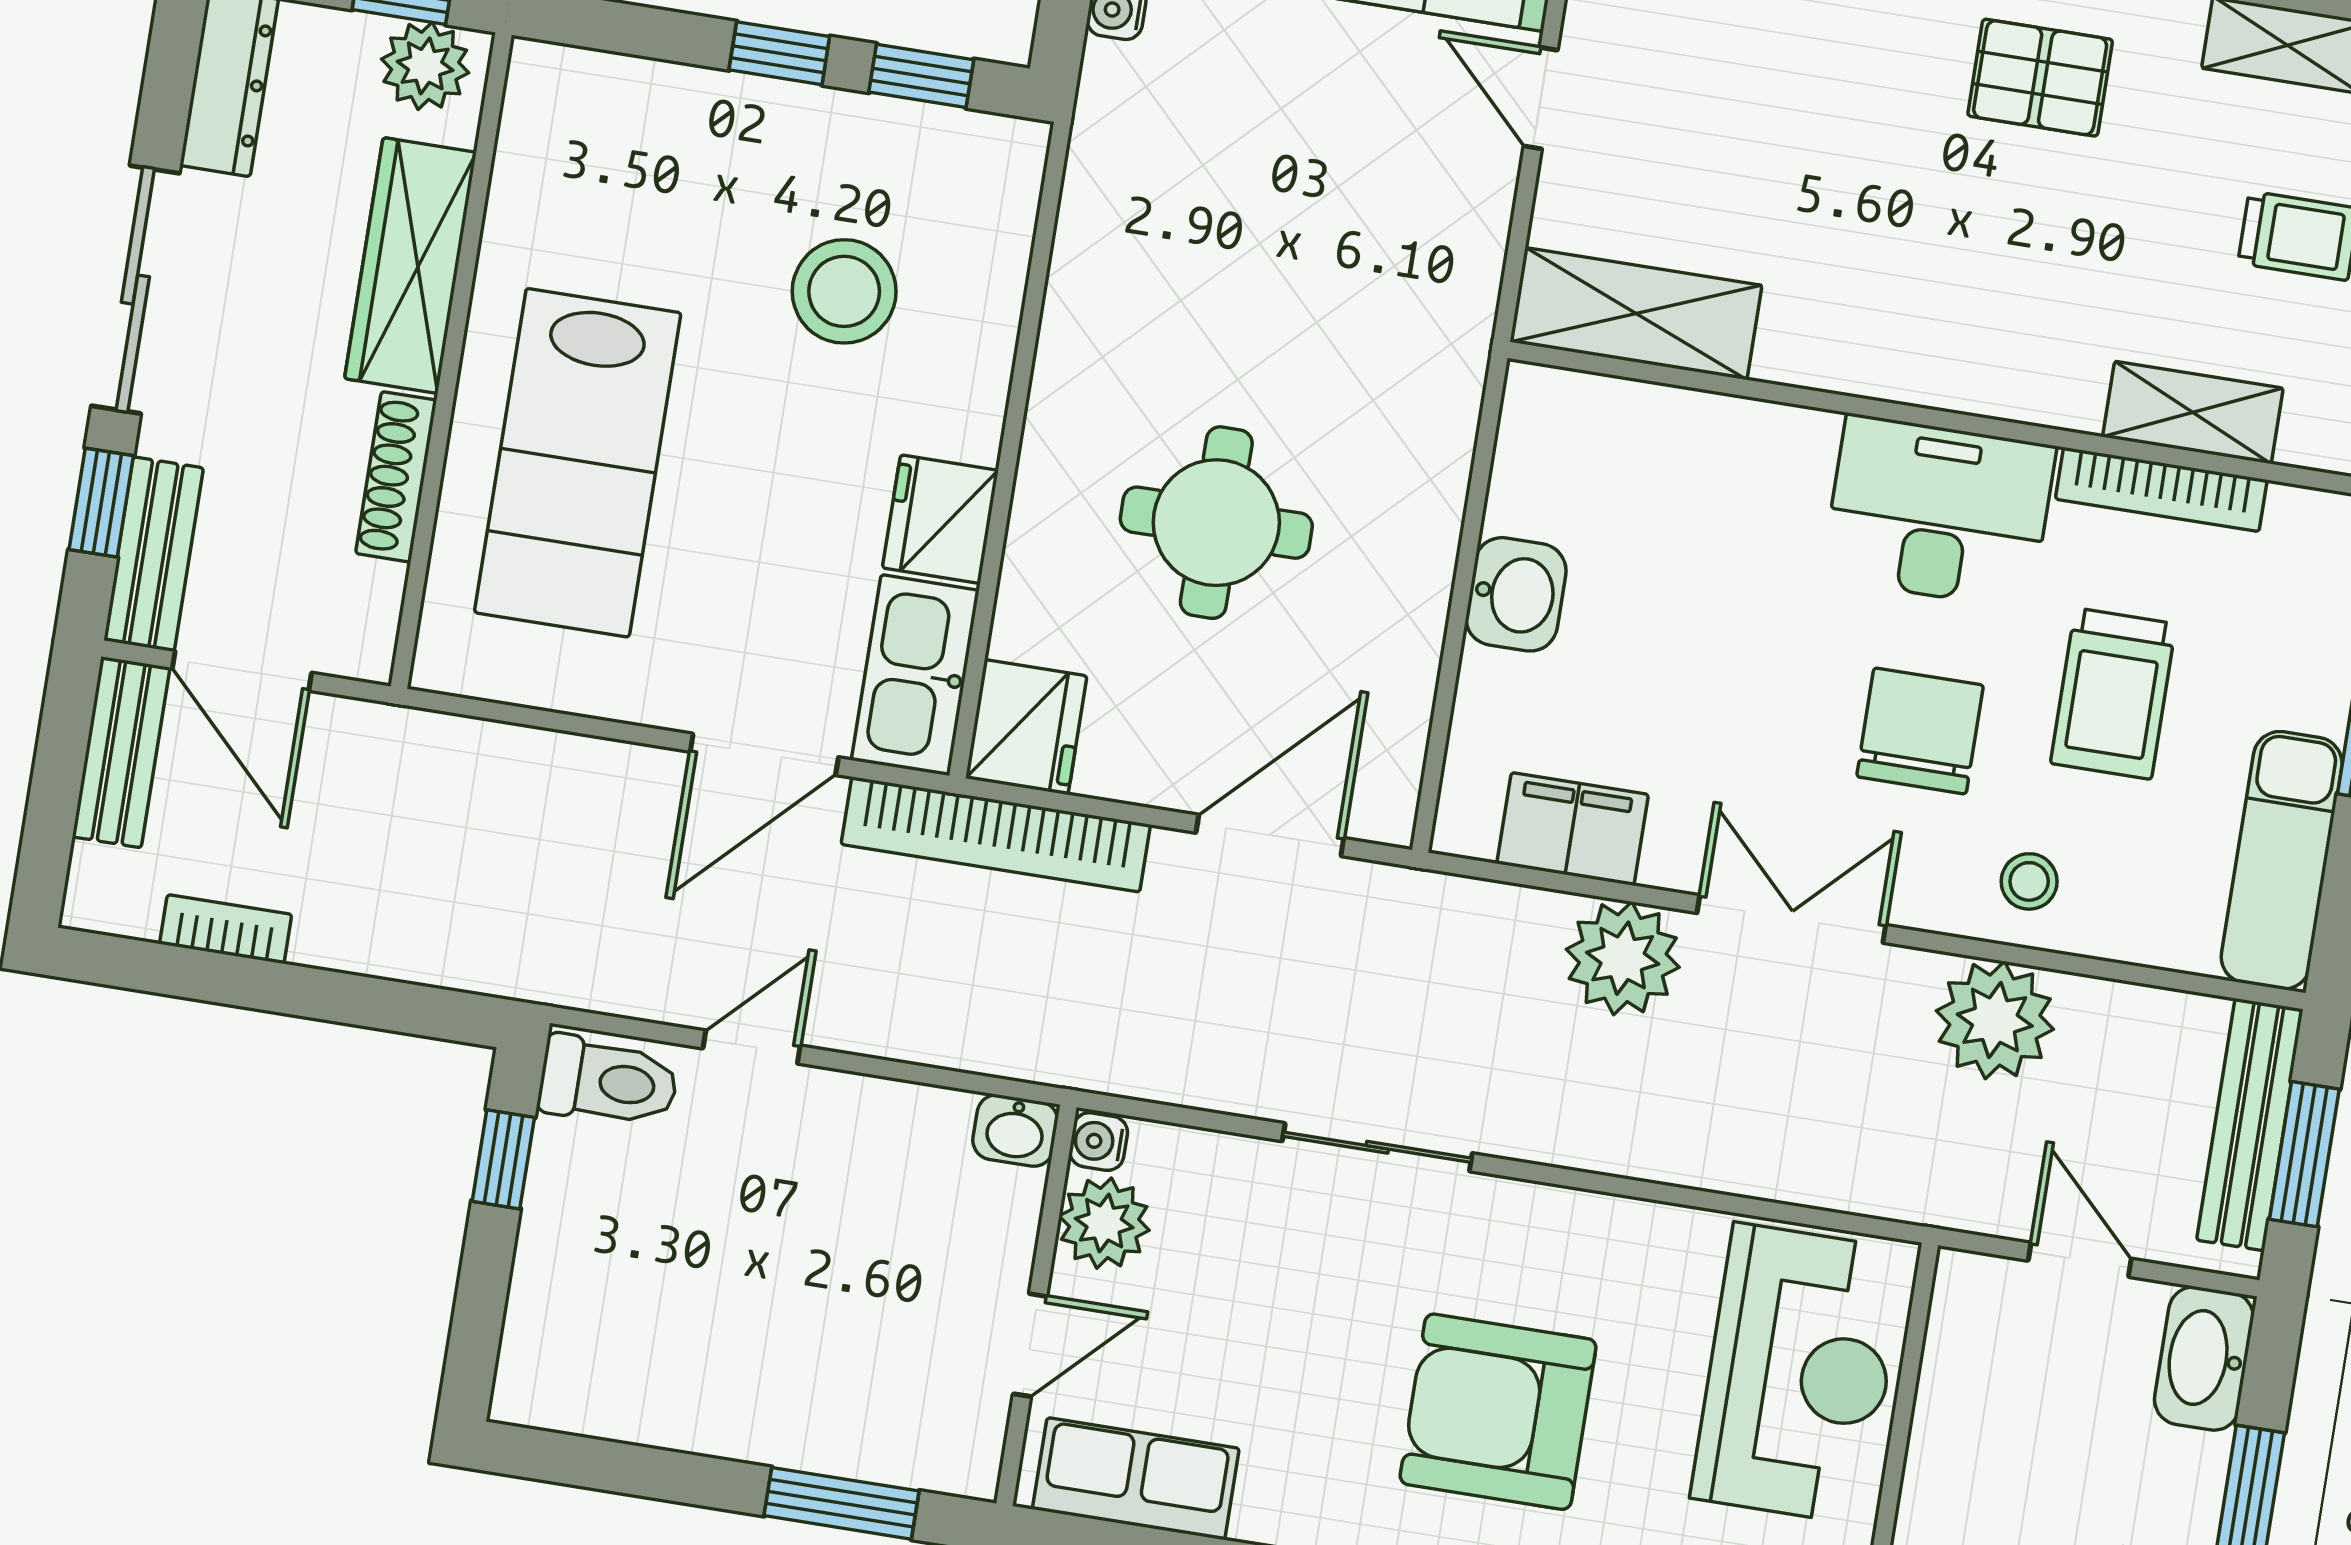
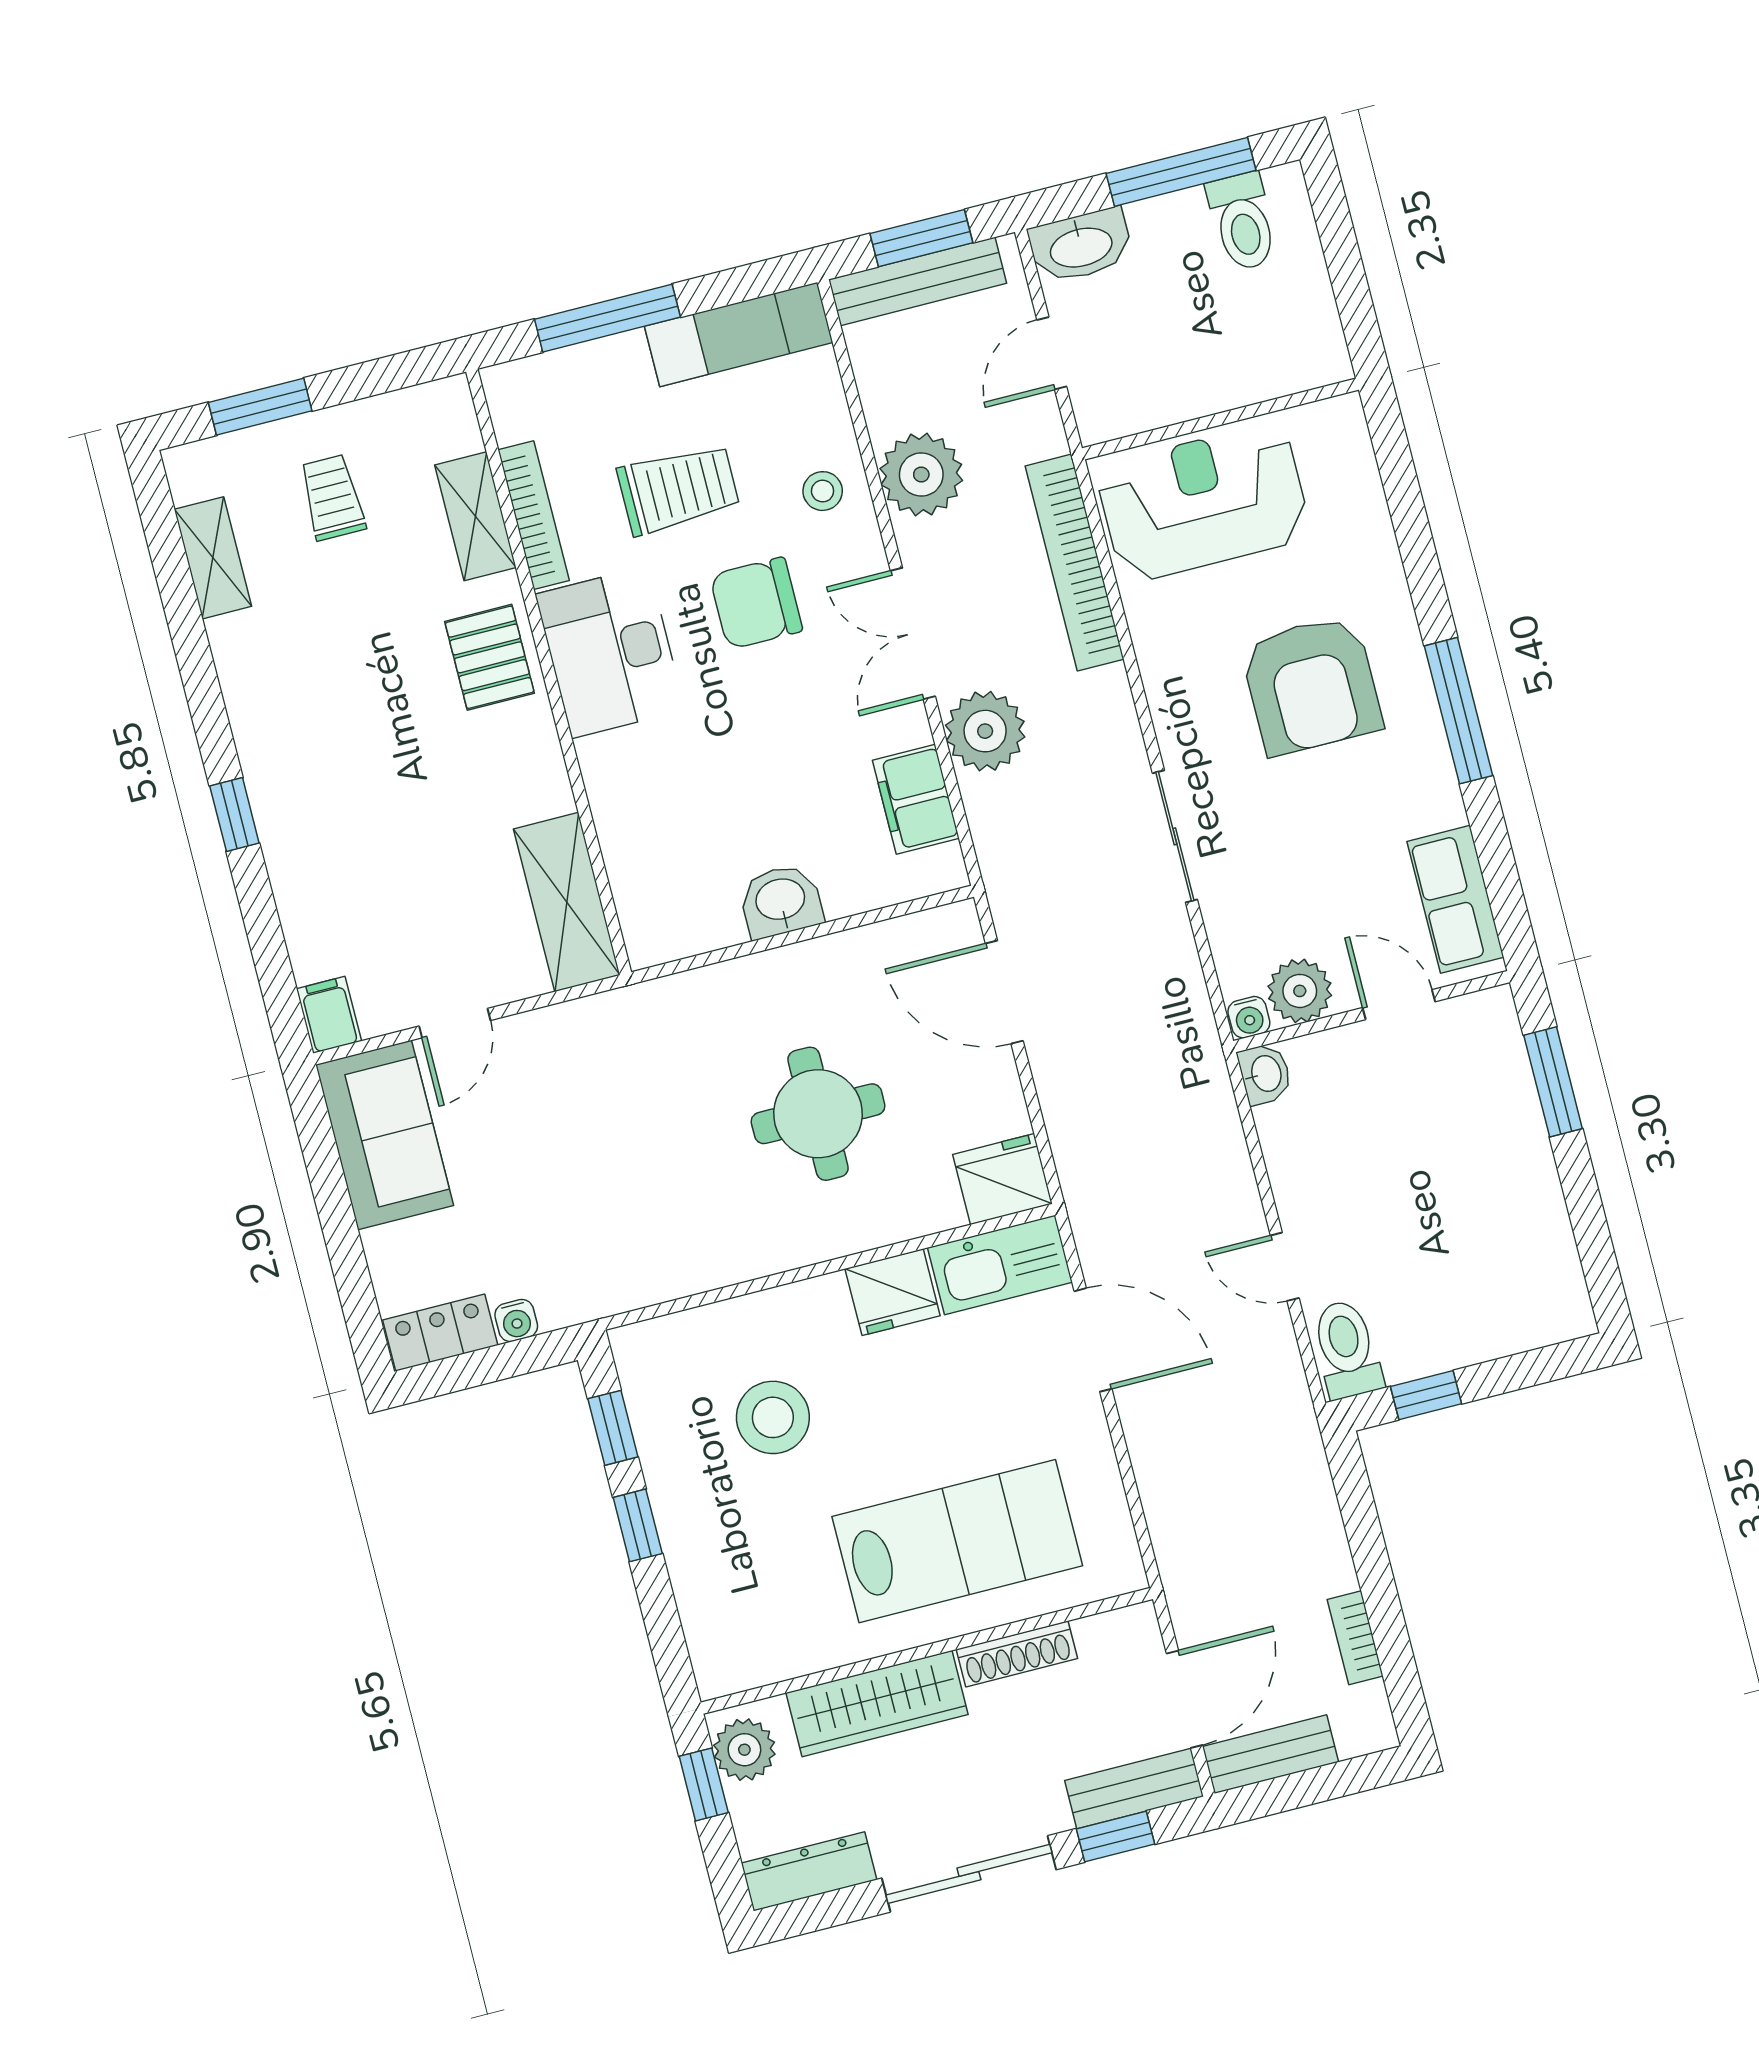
pallet: (2040, 78) -> (490, 657), moved
bookcase: (996, 834) -> (1074, 563), moved, turned 180

